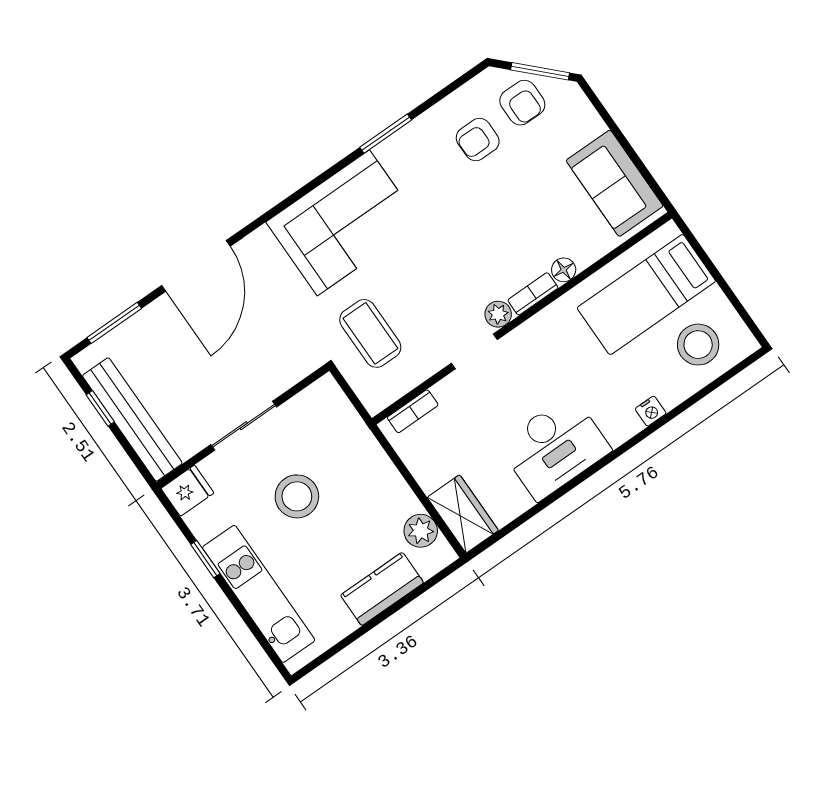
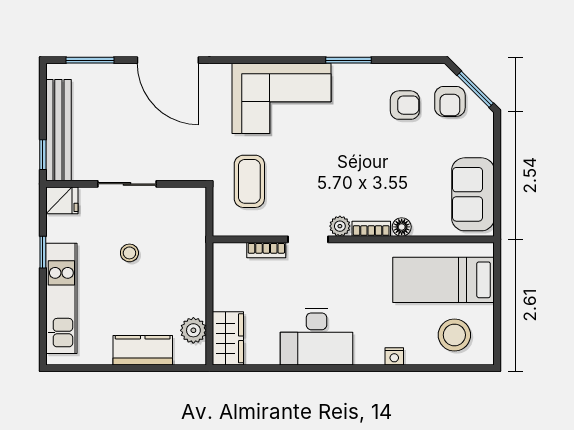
armchair: (478, 140) -> (405, 105), turned 180
door: (196, 266) -> (168, 60), hinge flipped
window: (100, 408) -> (43, 155), moved
bookcase: (413, 411) -> (266, 250), moved
stool: (297, 496) -> (129, 253), width x0.53, depth x0.53

